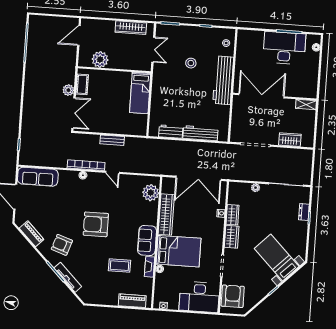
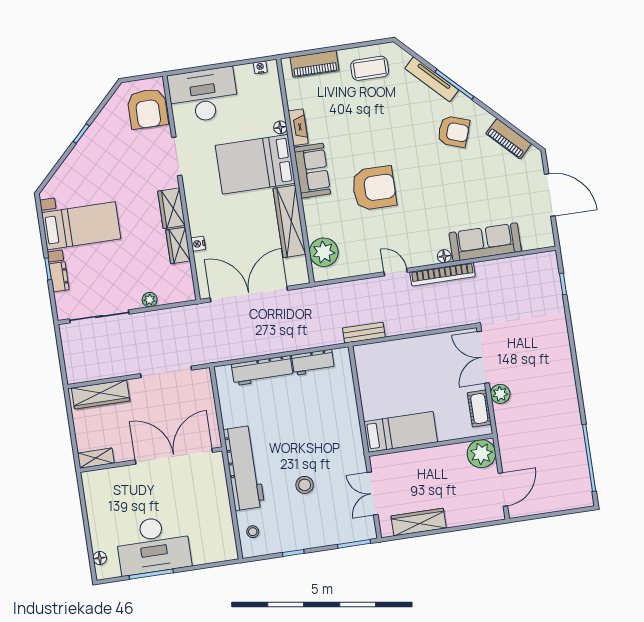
plant: (100, 59) -> (481, 454), moved
bed: (140, 93) -> (401, 432), moved, turned 90
double door: (261, 96) -> (174, 456), swing flipped
bench: (112, 140) -> (364, 333), moved
wardrobe: (290, 140) -> (101, 394), width x1.50
sofa: (38, 177) -> (485, 242), moved
armchair: (96, 224) -> (374, 188), moved
bed with nightstands: (277, 258) -> (81, 226), moved, turned -45
coffee table: (120, 266) -> (370, 68), moved

